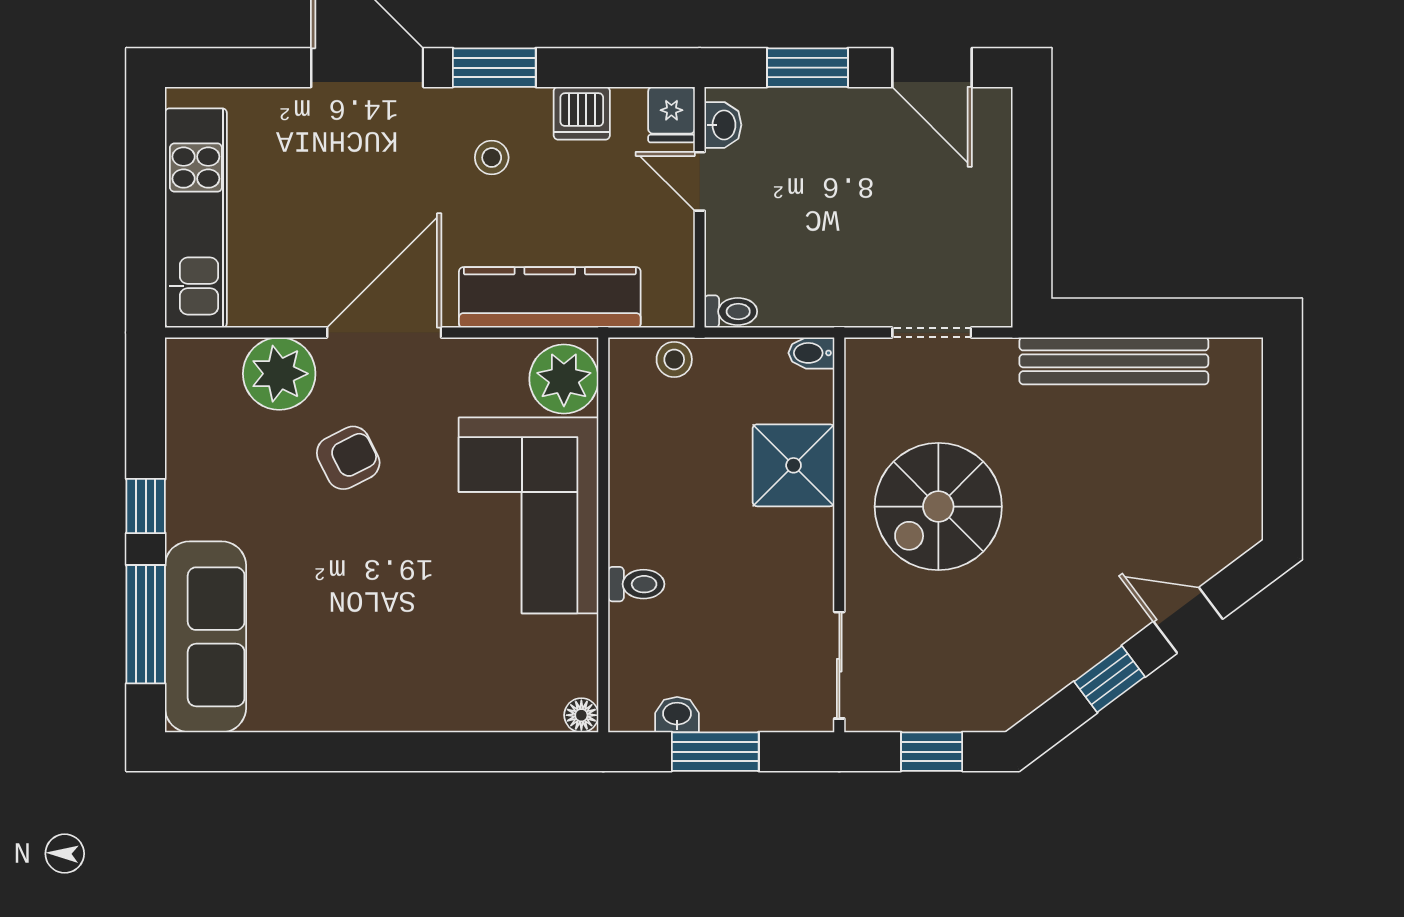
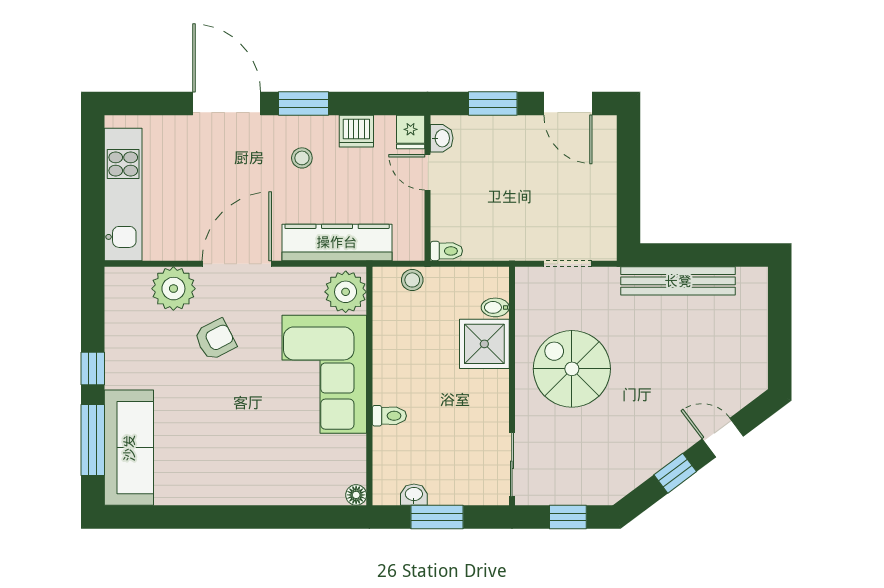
bidet: (811, 353) -> (495, 307), moved
spiral stairs: (938, 507) -> (572, 369), turned 90

